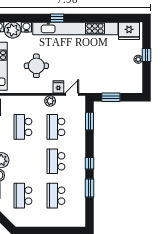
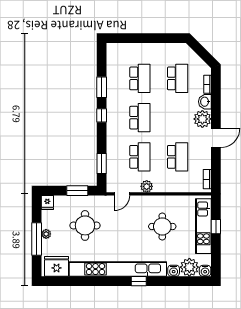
window: (147, 55) -> (37, 239), width x2.17
round table: (104, 67) -> (85, 225), added
fridge: (58, 87) -> (47, 202), moved

